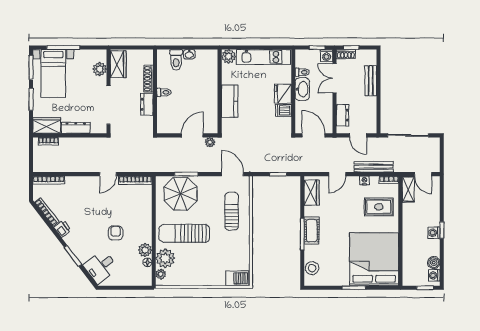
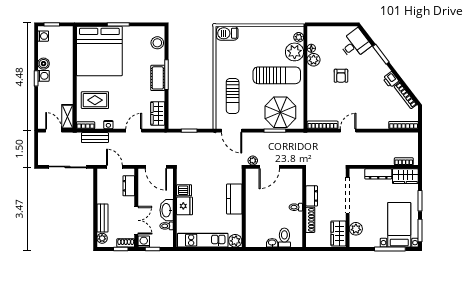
plant: (371, 59) -> (102, 238), added
bench: (374, 167) -> (95, 138), width x0.73
boiler: (434, 263) -> (44, 64), moved

